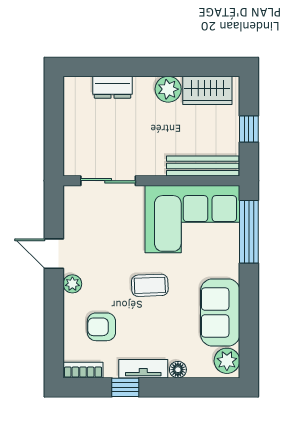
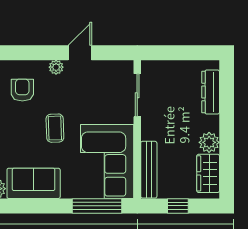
dresser: (113, 87) -> (211, 92), width x1.44

